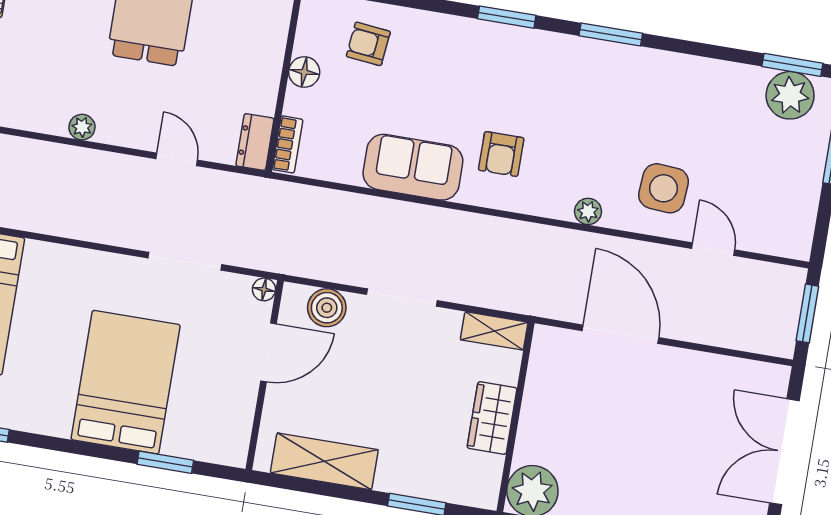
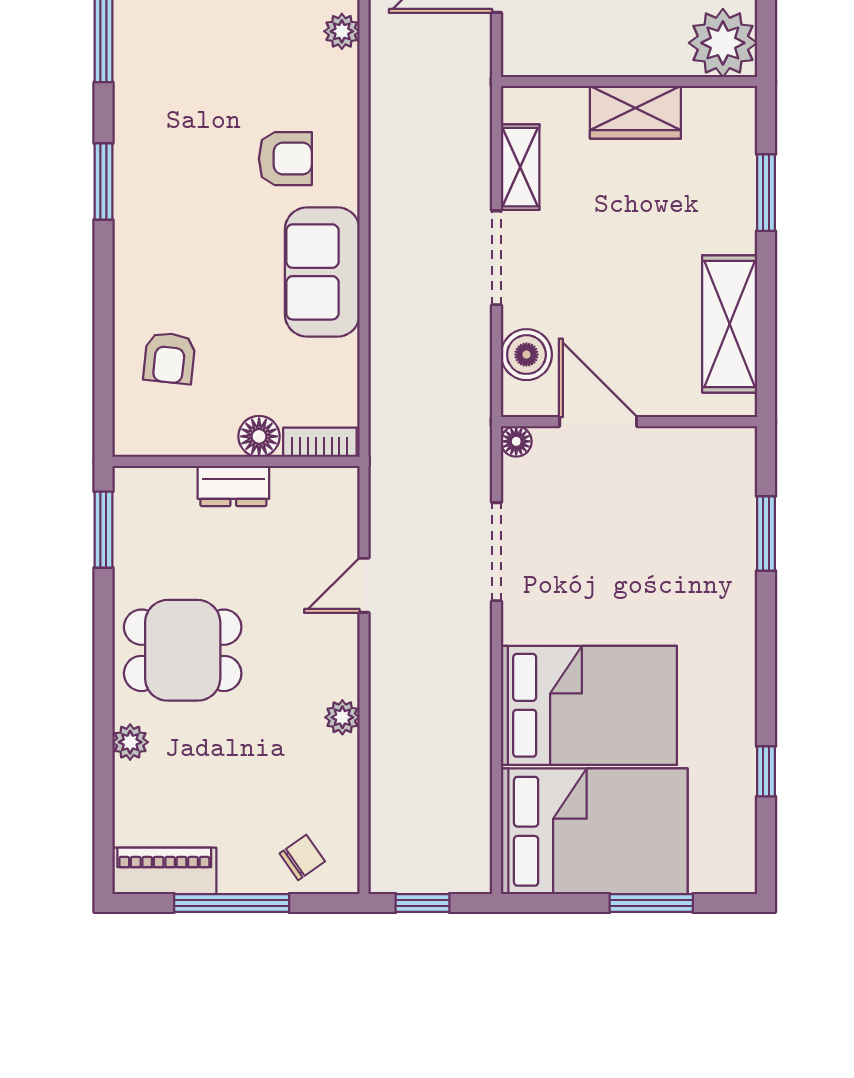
floor lamp: (304, 72) -> (259, 436), moved
dresser: (255, 142) -> (233, 486), moved
shelving: (494, 331) -> (520, 167), moved
bed: (126, 382) -> (589, 705), moved, turned 180

